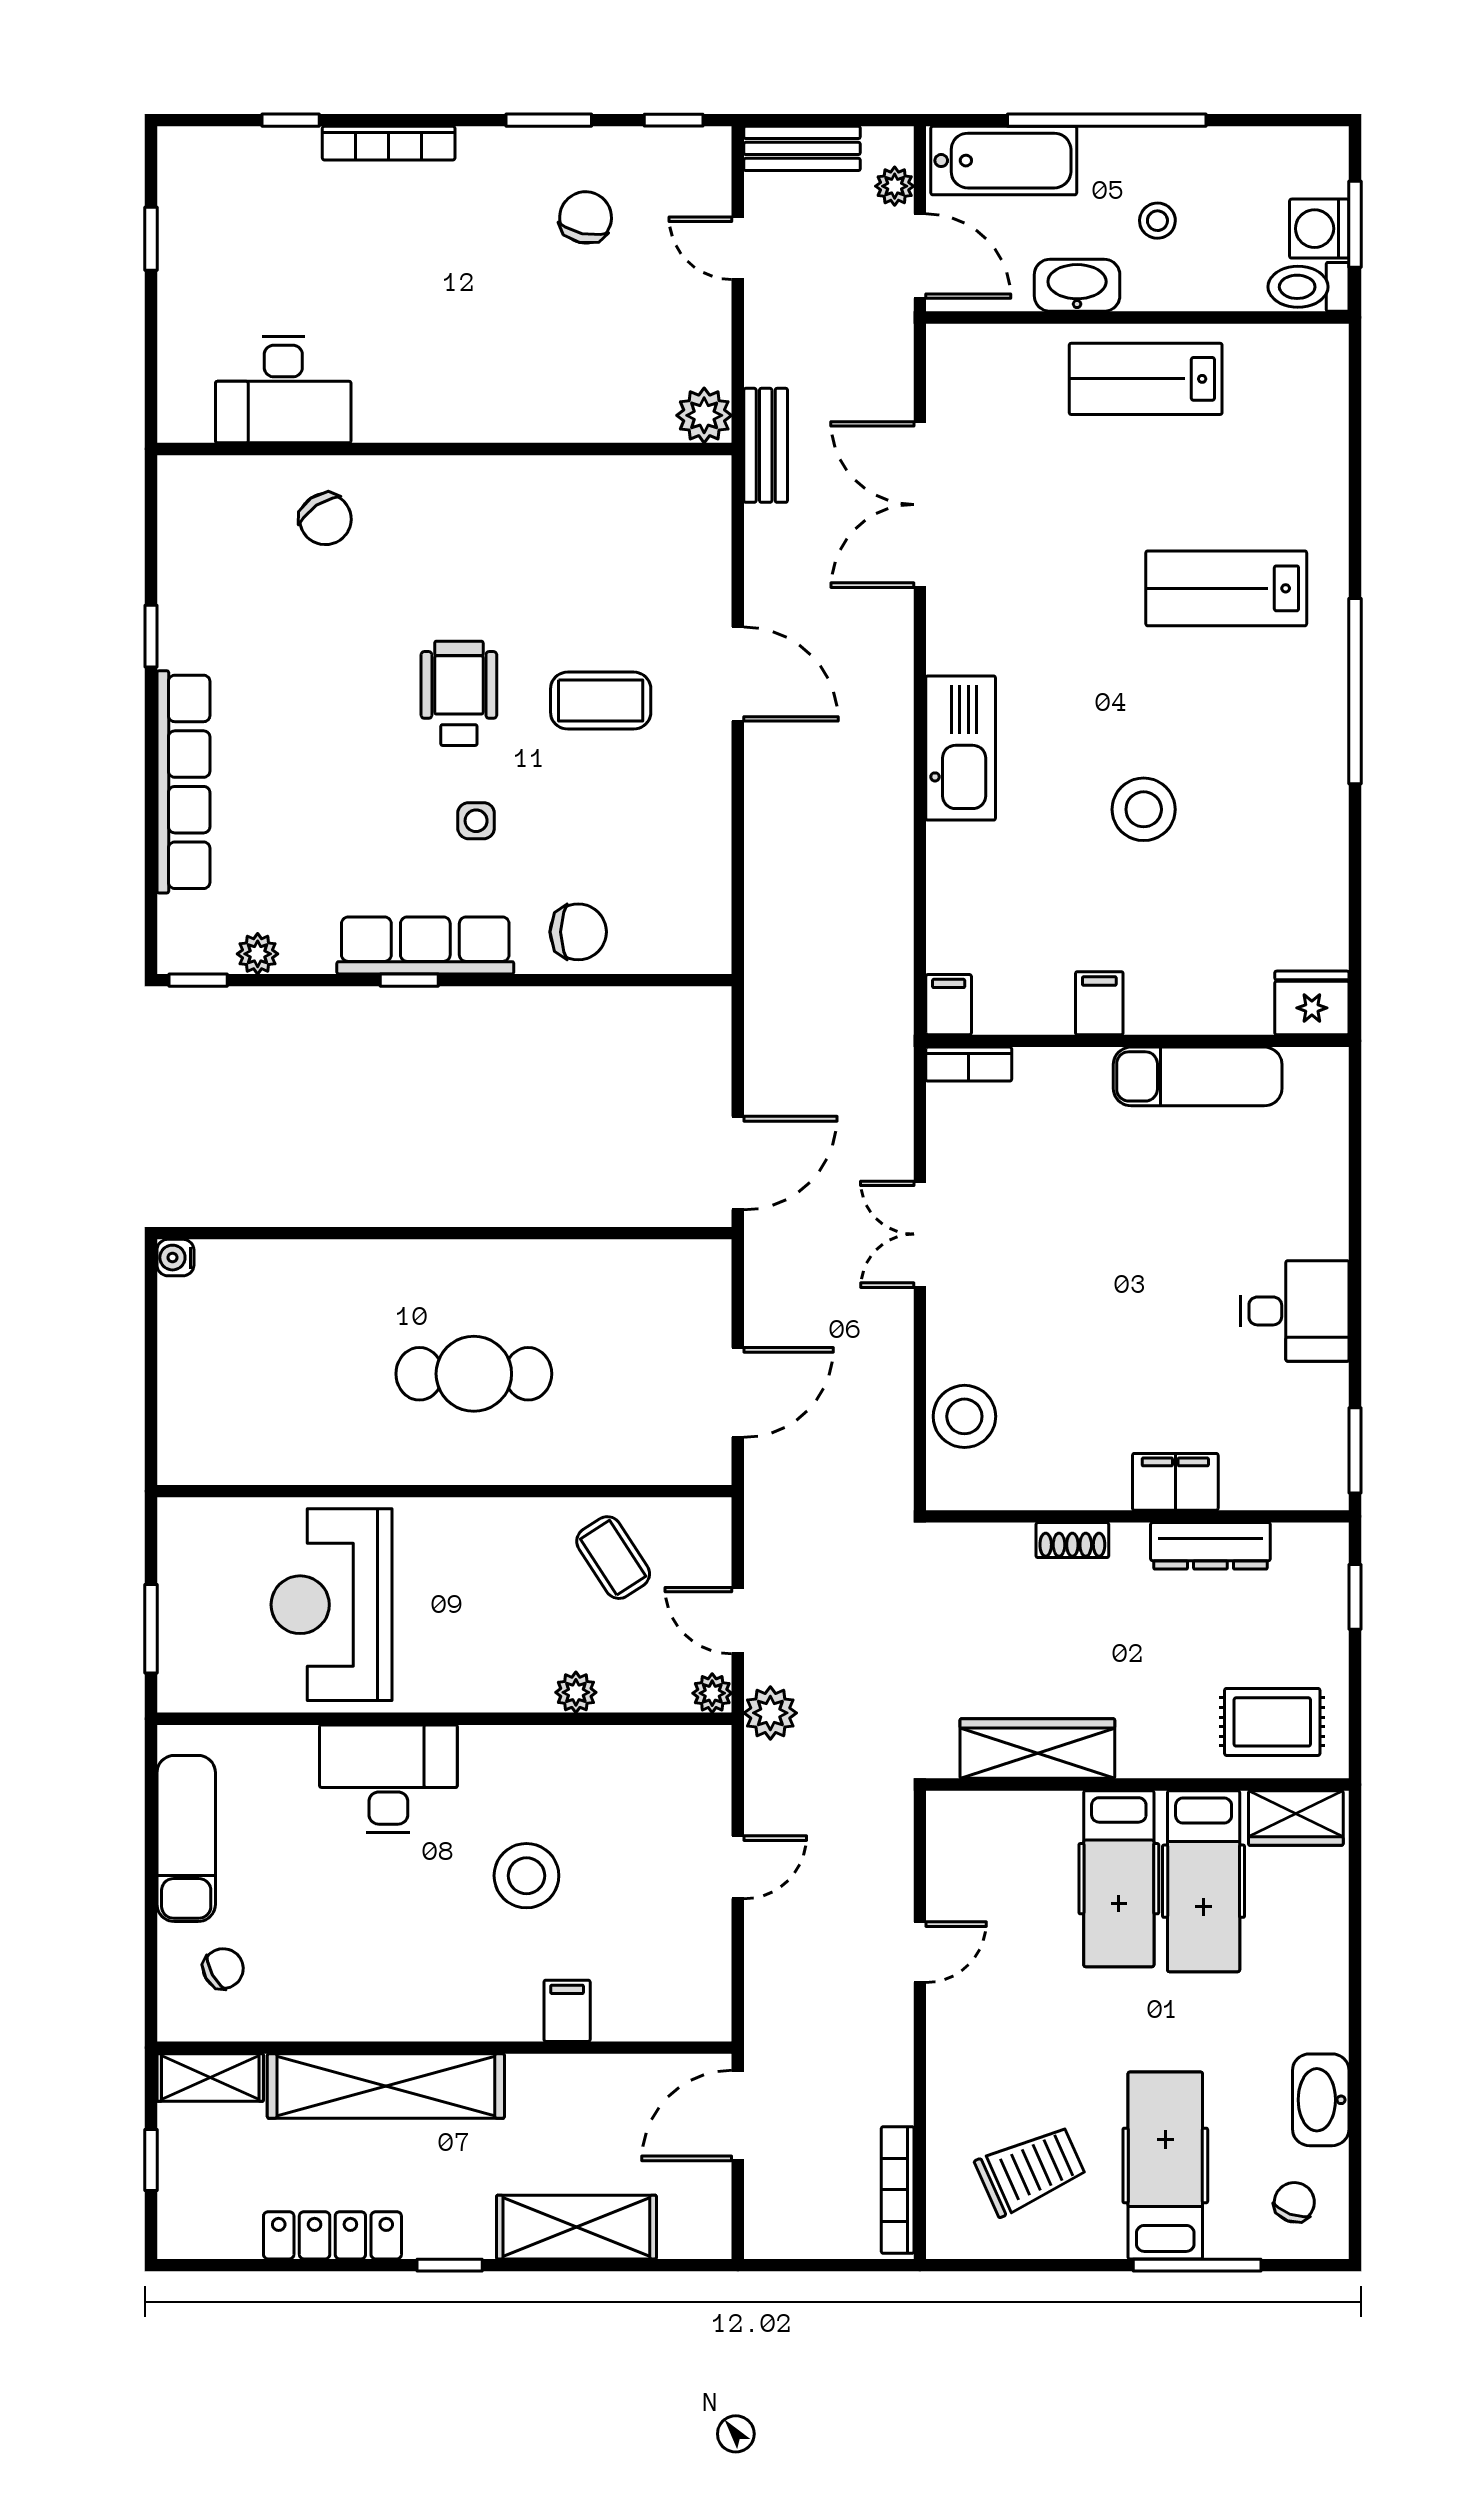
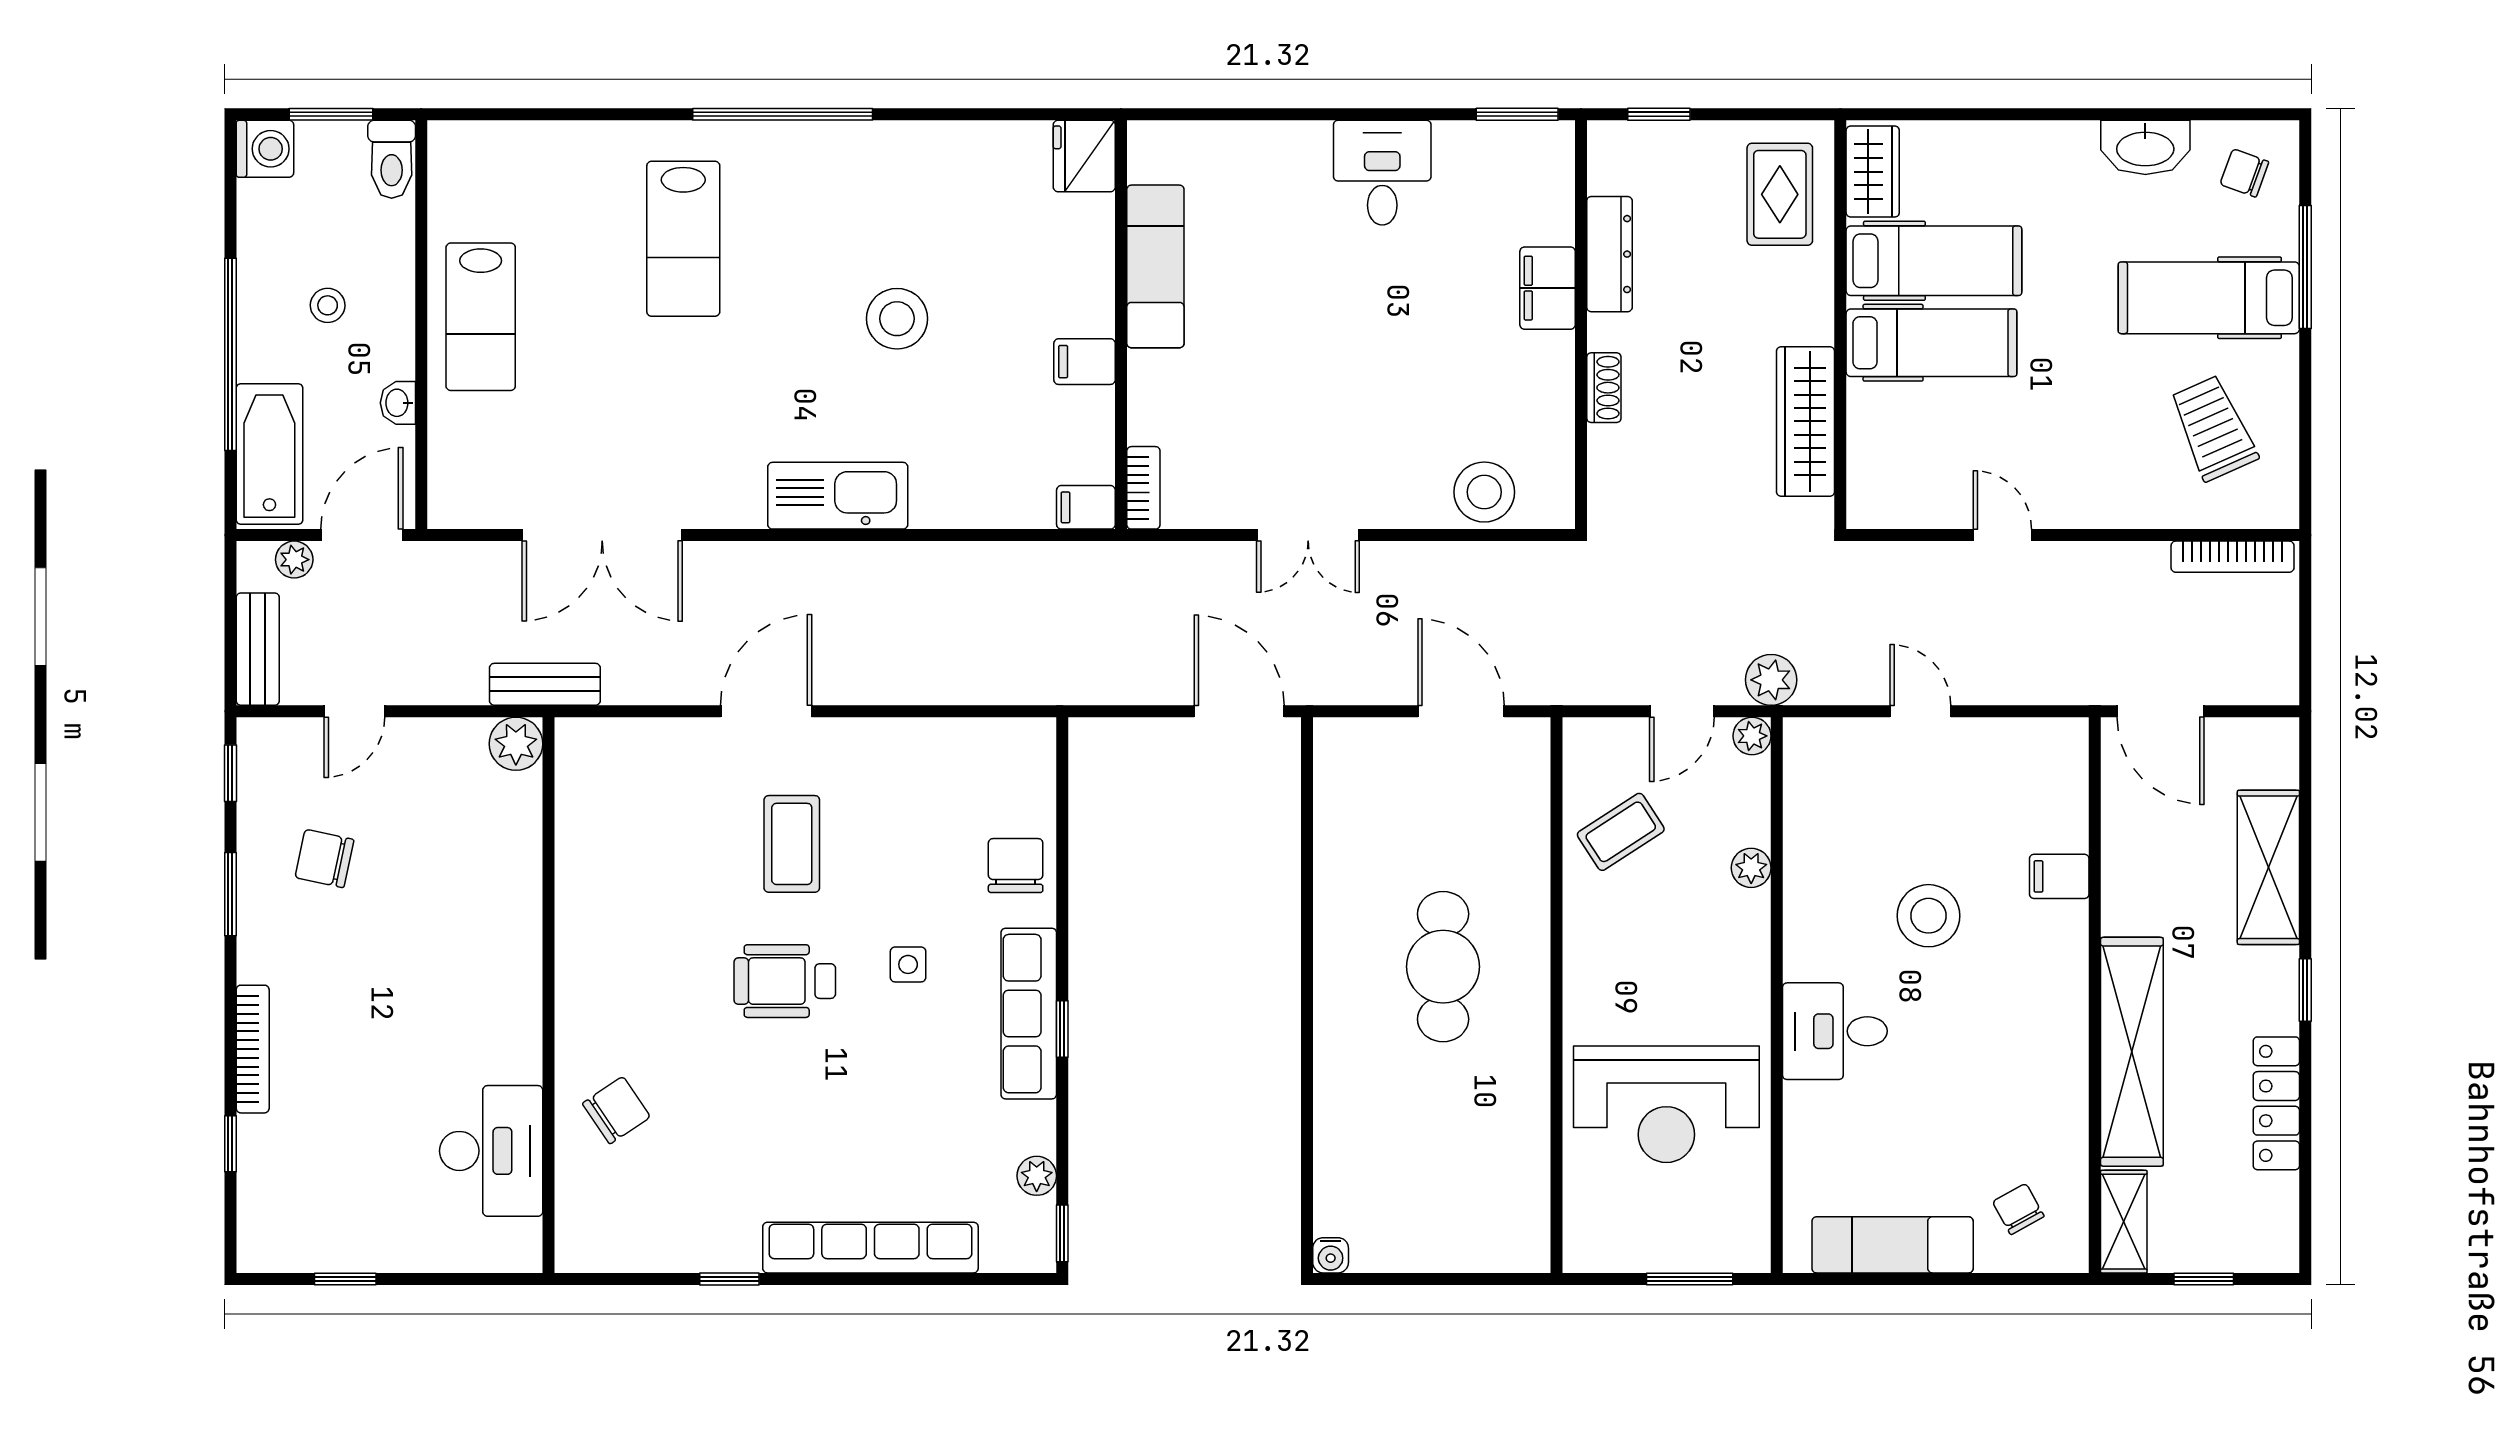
washing machine: (1319, 229) -> (265, 149), moved, turned -90
washbasin: (1077, 285) -> (398, 403), width x0.52, depth x0.69
desk: (388, 1779) -> (1835, 1031), width x0.73

